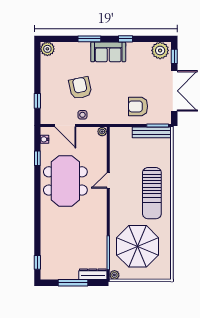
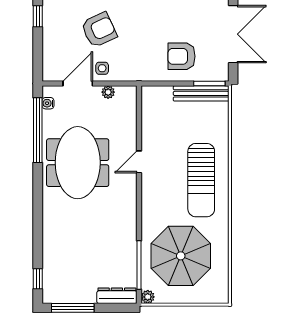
armchair: (80, 88) -> (99, 30), turned 77
window: (37, 101) -> (38, 16), moved
door: (65, 126) -> (78, 84), swing flipped
plant: (102, 132) -> (108, 92), moved
window: (37, 158) -> (38, 130), width x3.17
window: (73, 283) -> (73, 308), moved

